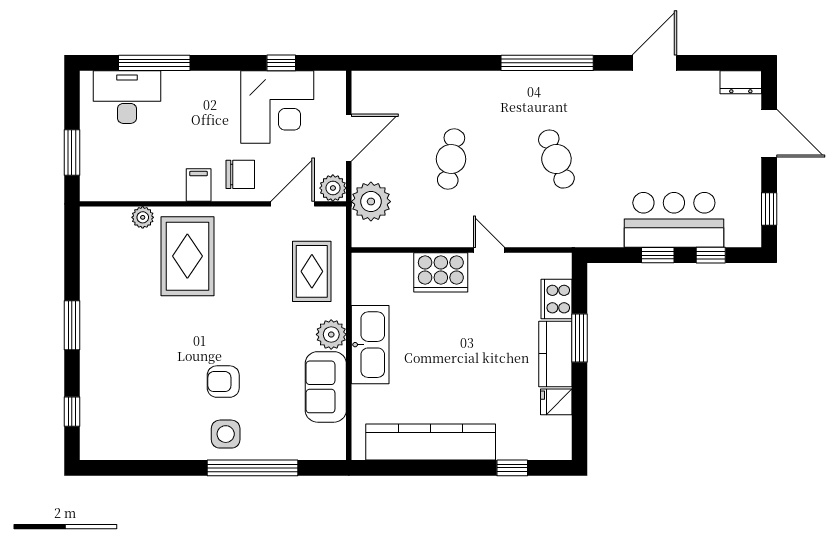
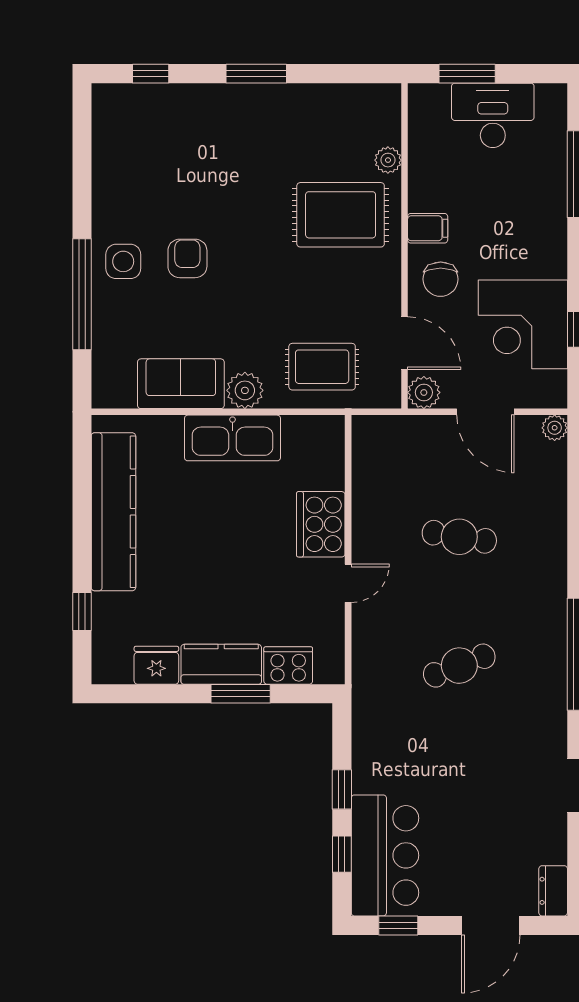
desk: (127, 97) -> (493, 115), moved, turned -90
plant: (371, 202) -> (555, 428), moved, width x0.53, depth x0.53
bar counter: (674, 220) -> (385, 855), moved
fridge: (556, 402) -> (156, 665), width x1.38

